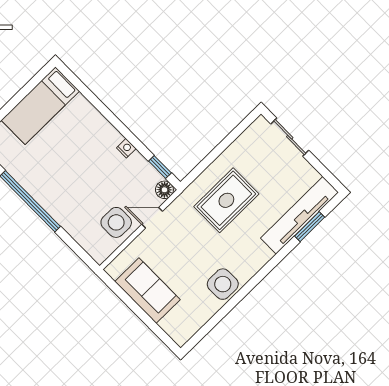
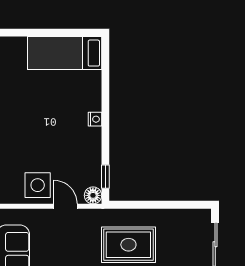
nightstand: (126, 148) -> (95, 119), moved

